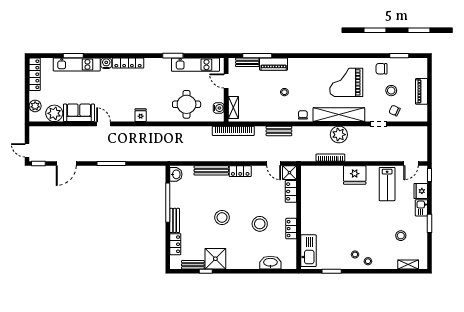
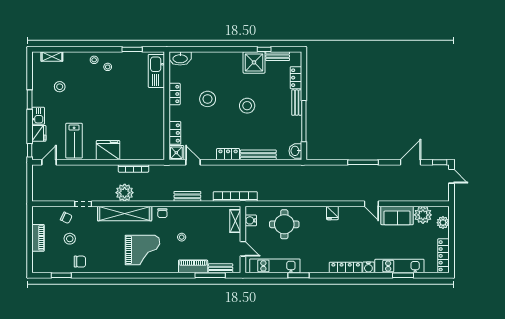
grand piano: (346, 82) -> (142, 250), moved
lab bench: (387, 184) -> (74, 141), turned 180
washbasin: (270, 263) -> (180, 58), moved

